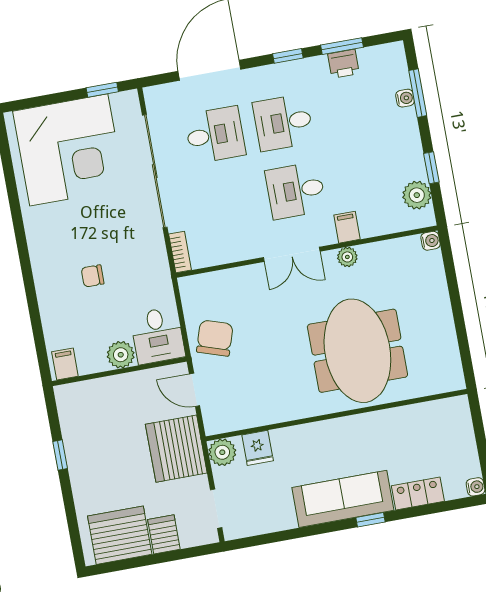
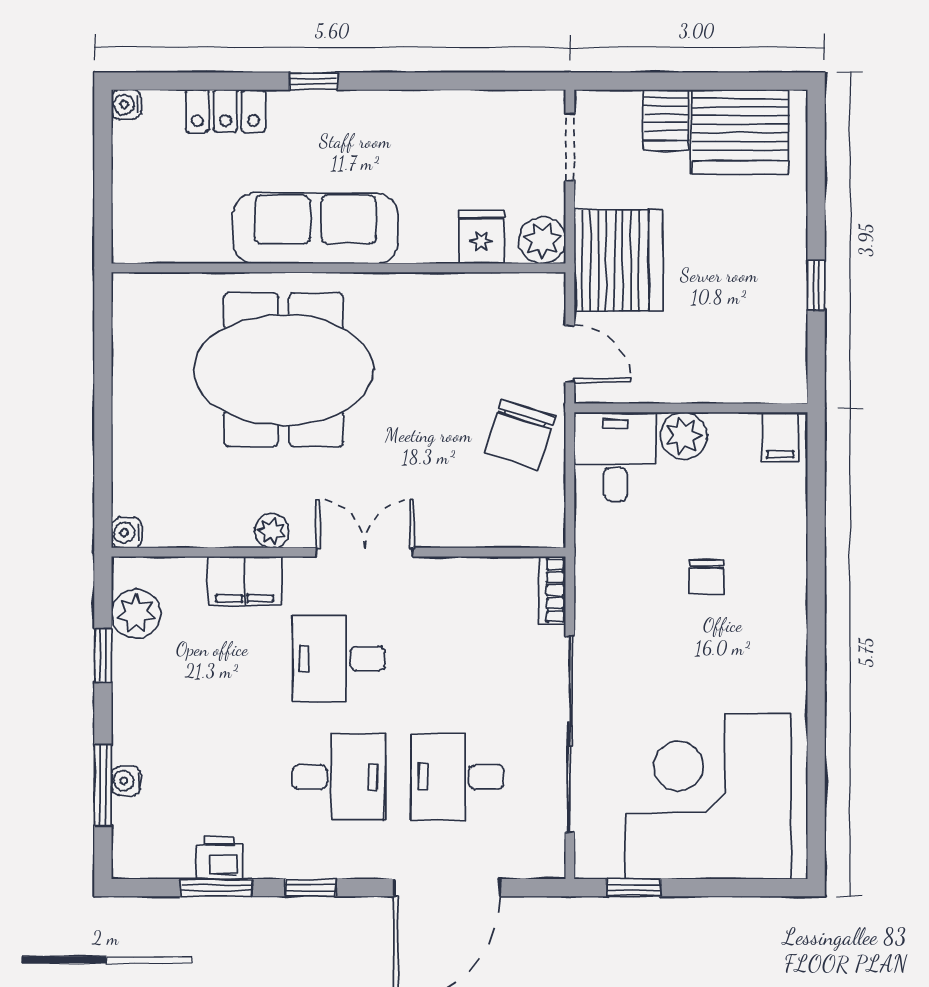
desk: (296, 191) -> (339, 659), turned 180
filing cabinet: (347, 227) -> (245, 581), width x2.00
chair: (93, 276) -> (707, 577), turned 90
meeting table: (357, 351) -> (284, 370), turned 90
sofa: (343, 499) -> (315, 229), moved, turned 180

